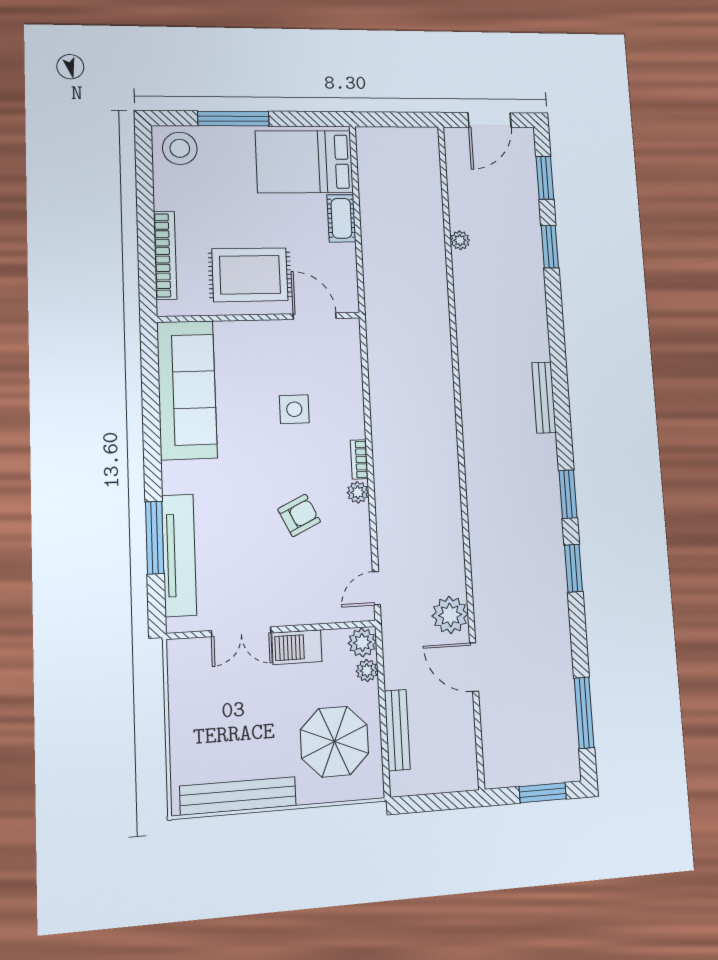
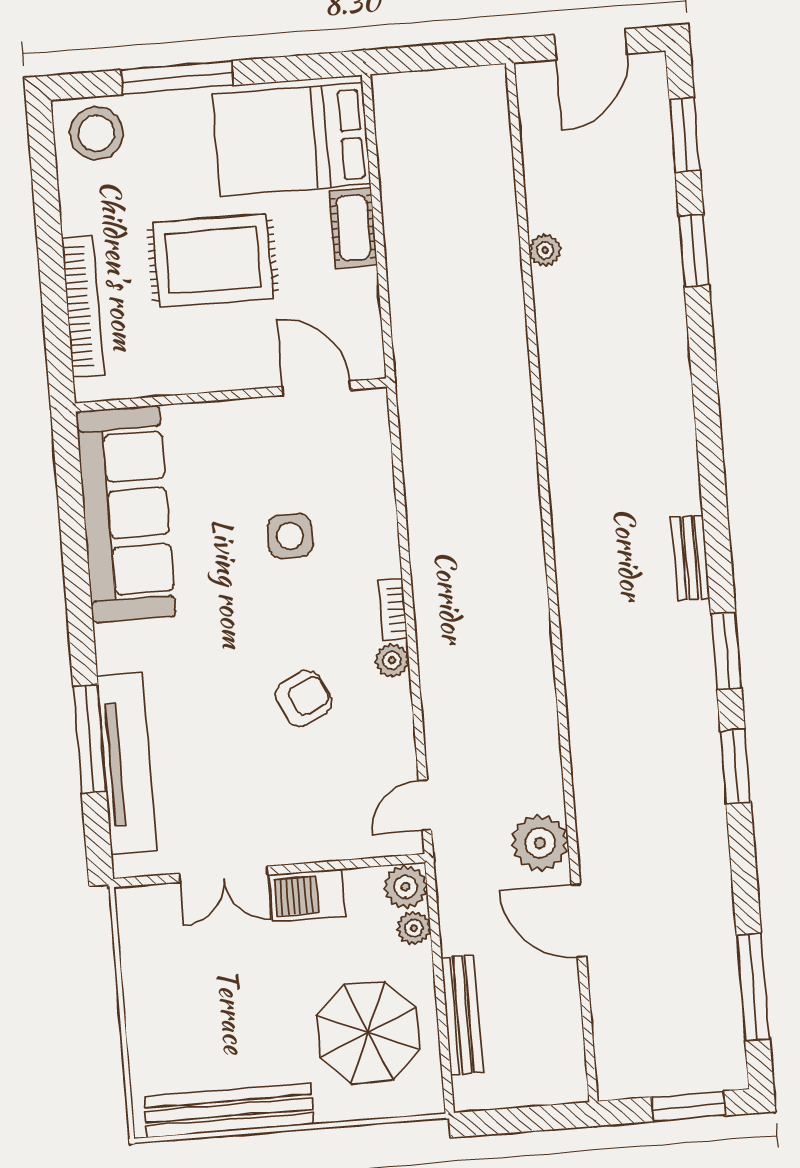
rug: (250, 275) -> (213, 260), moved
bench: (544, 398) -> (691, 558), moved, width x0.73

